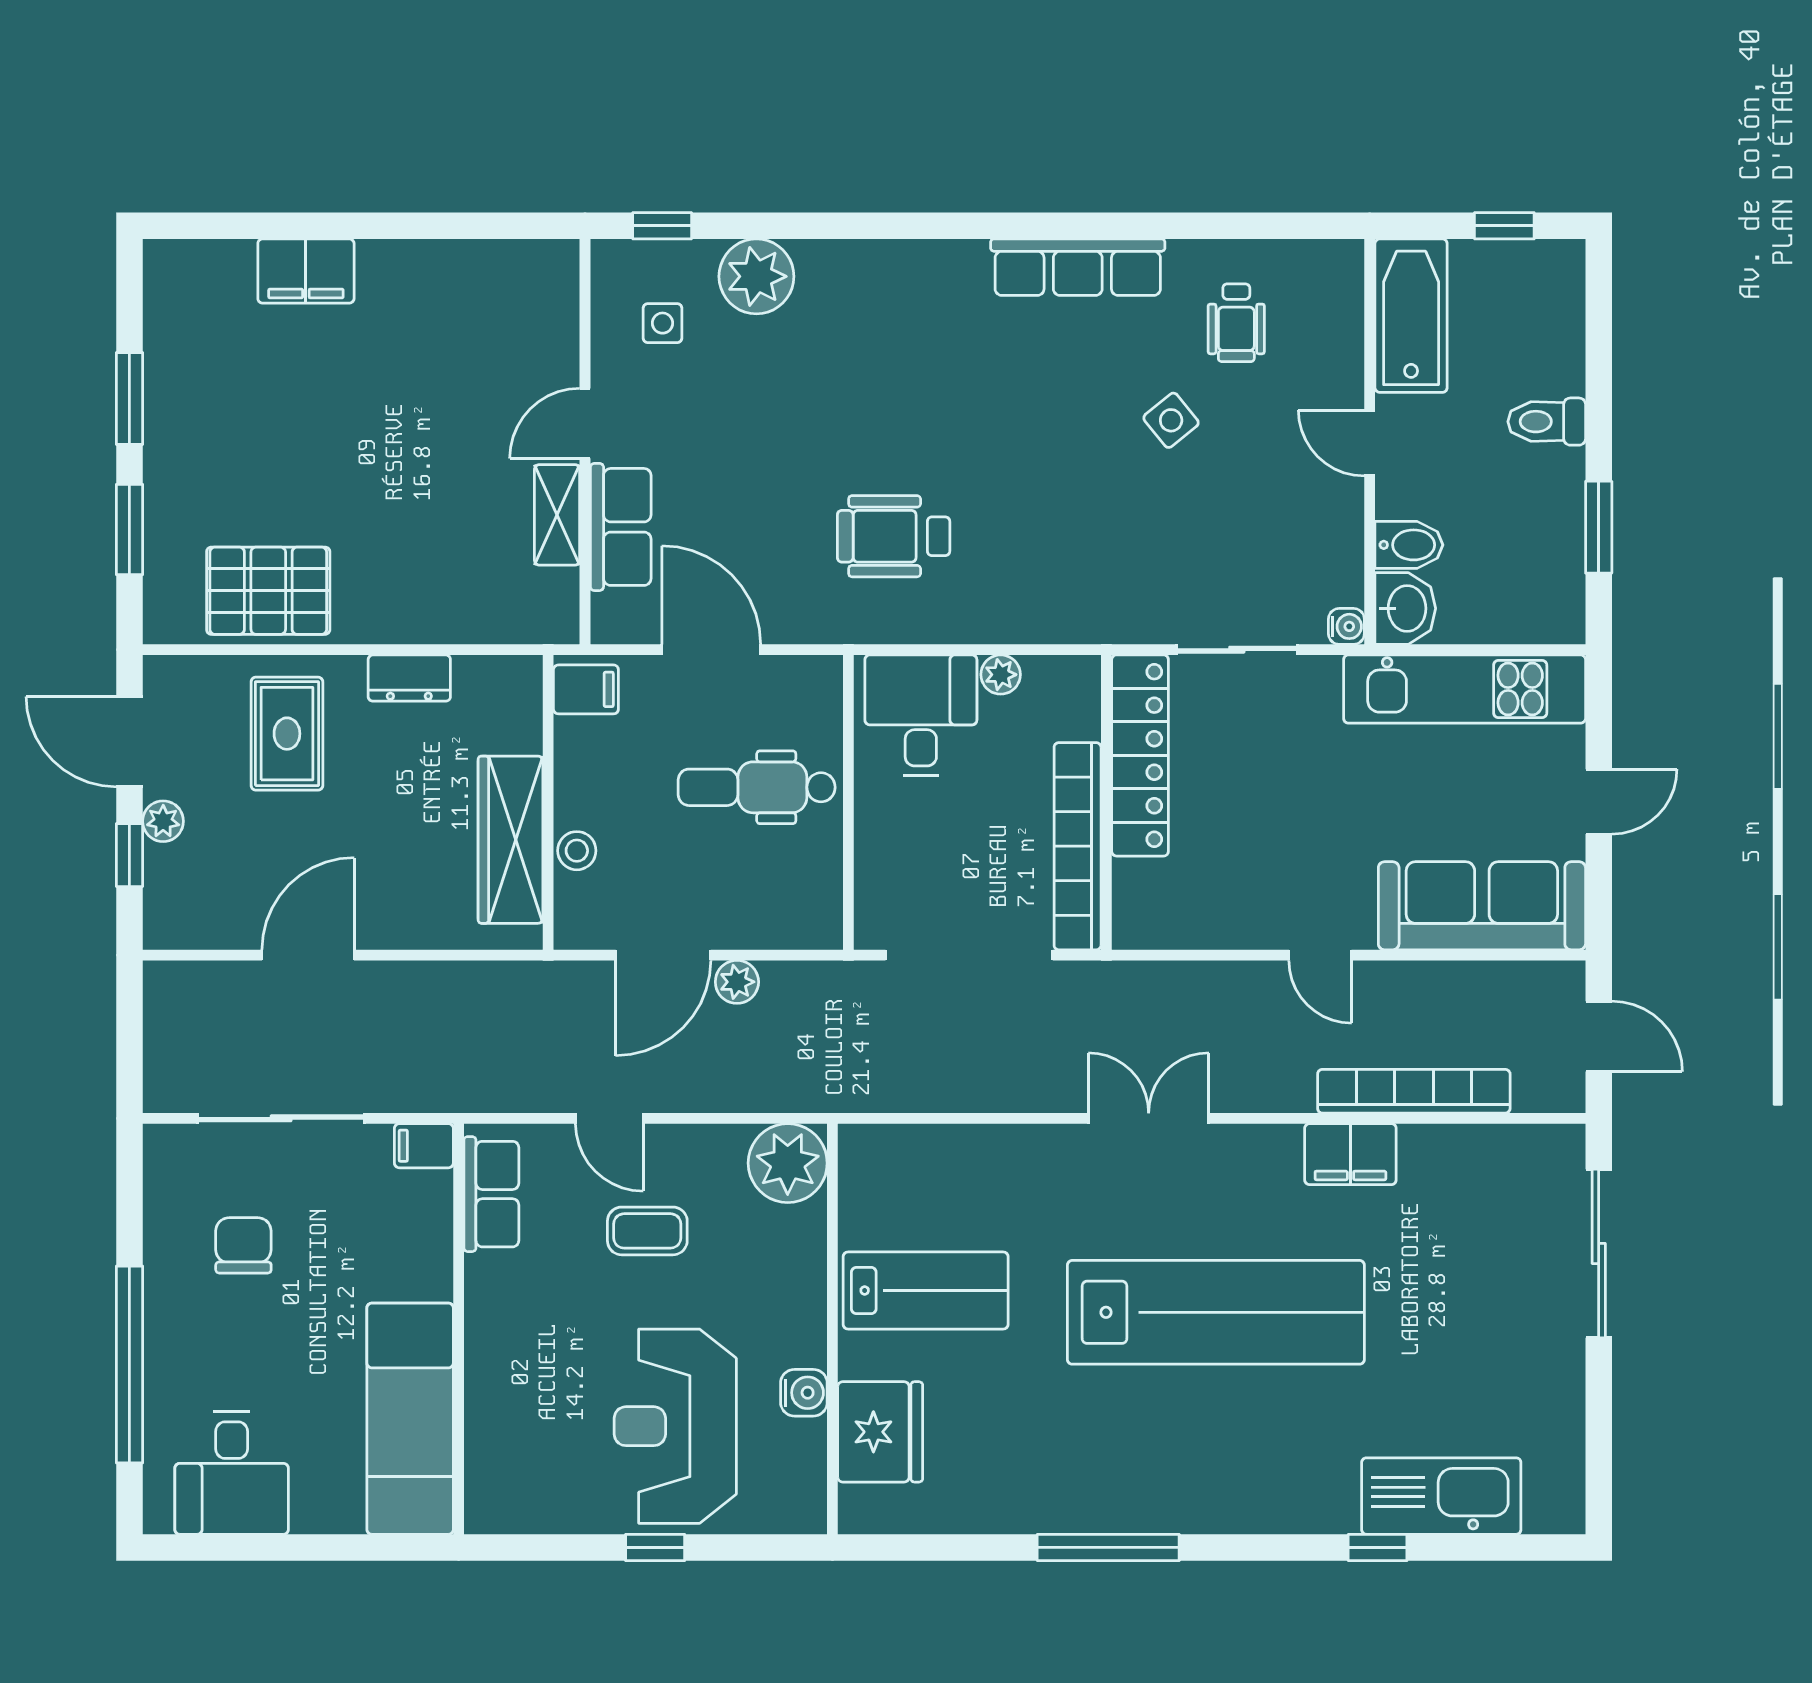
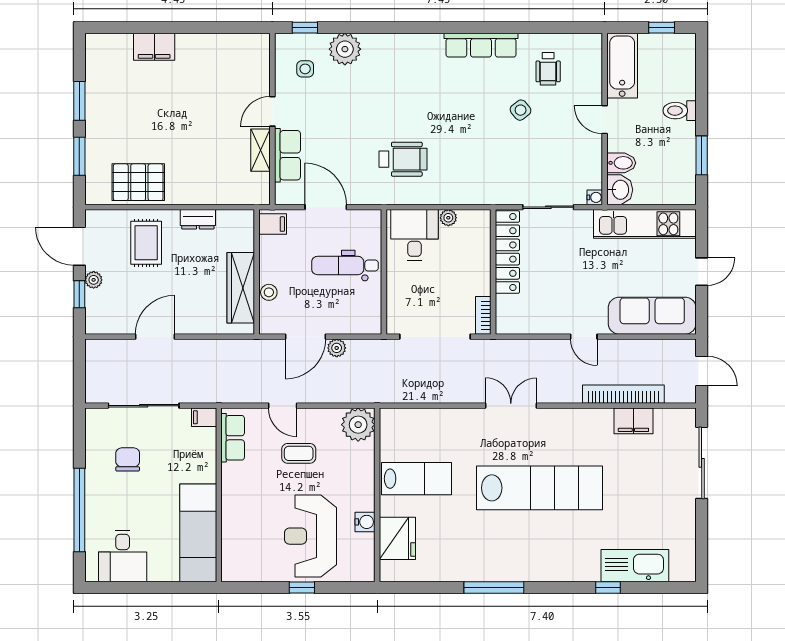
wheelchair: (894, 536) -> (403, 159), turned 180
bookcase: (1078, 846) -> (483, 315), width x0.43, depth x0.76
filing cabinet: (1350, 1154) -> (633, 421), moved

